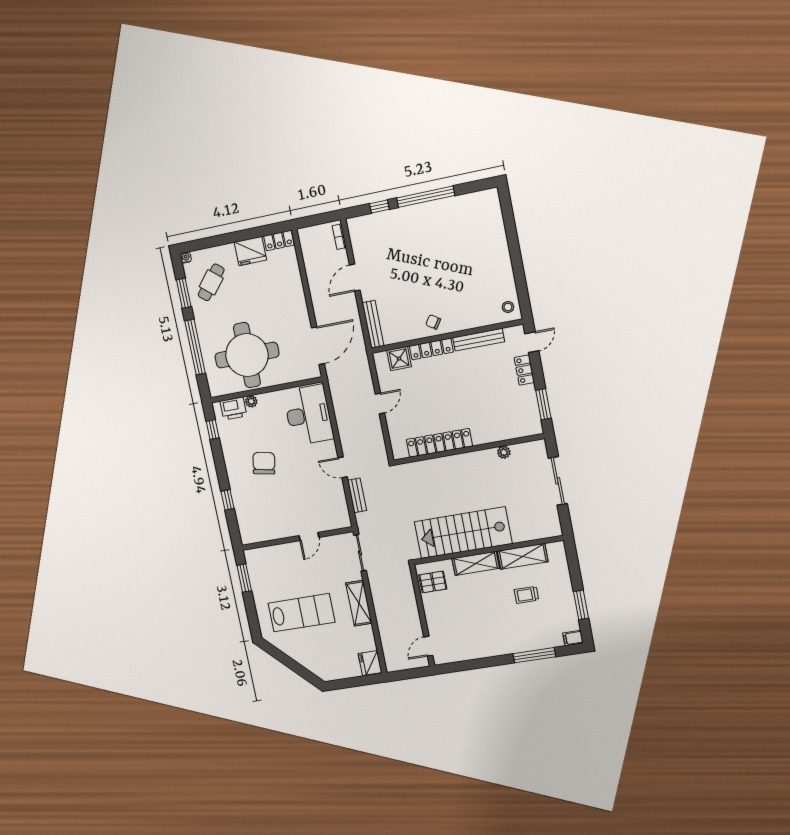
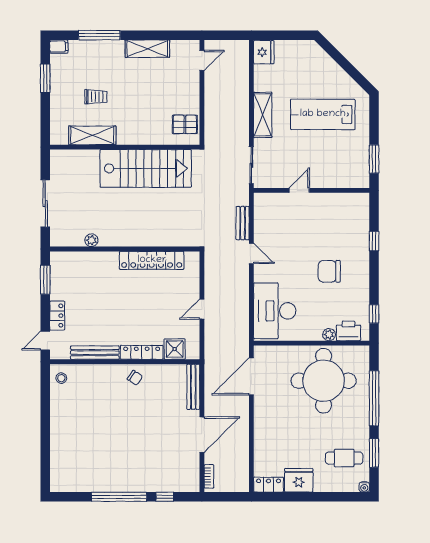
door: (355, 278) -> (202, 435), width x1.36
cafe table: (211, 282) -> (344, 458), turned 50
chair: (264, 463) -> (329, 271), turned 79
shelving: (476, 563) -> (147, 49), moved

